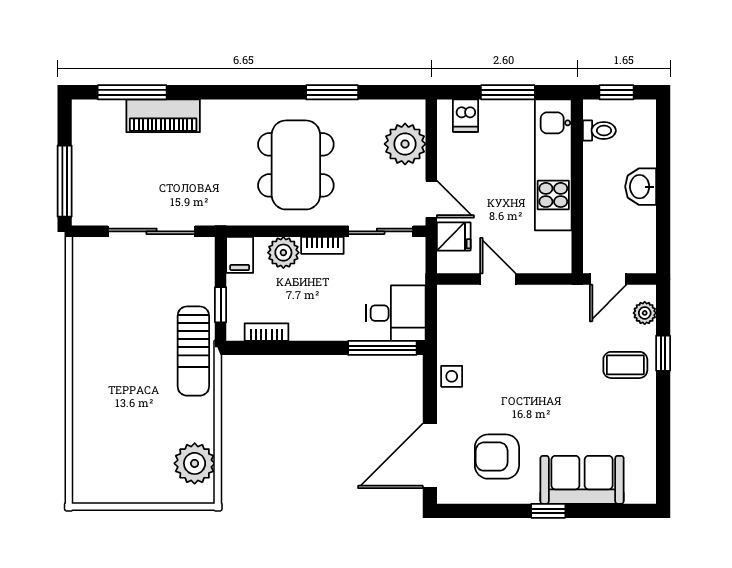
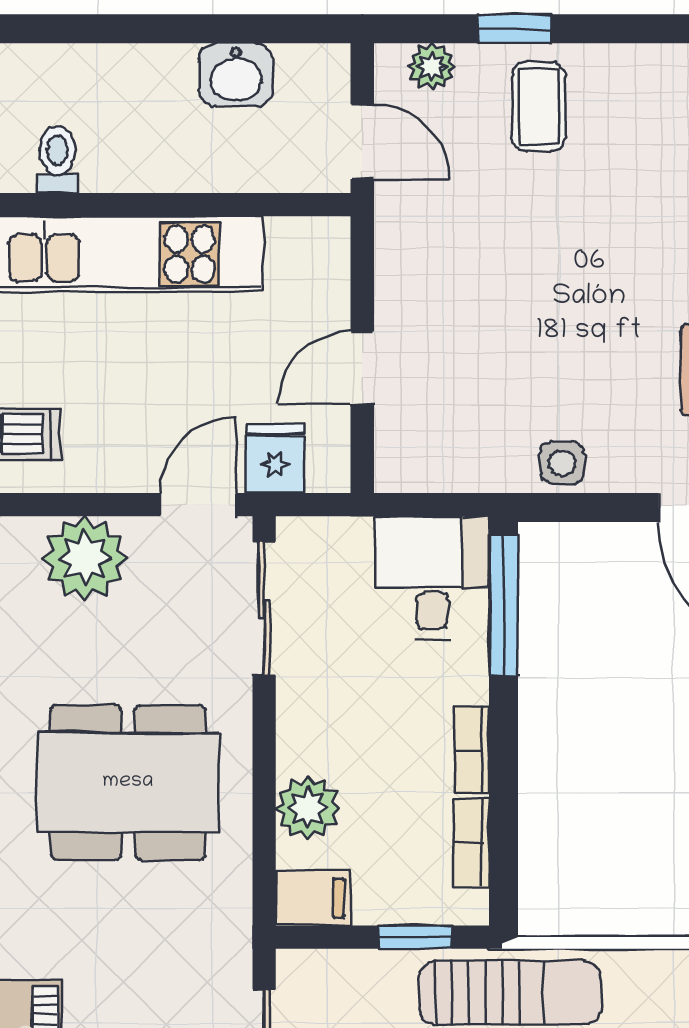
washbasin: (641, 187) -> (236, 75), moved
bookcase: (322, 245) -> (472, 750), moved, turned 180

